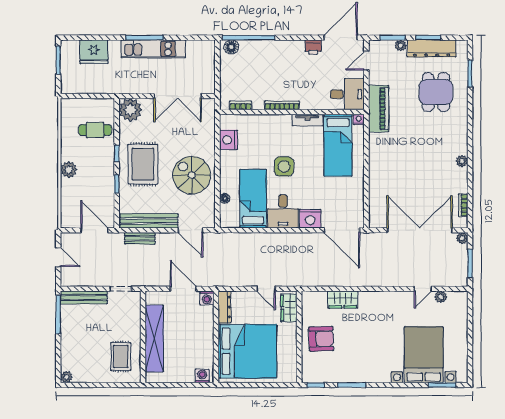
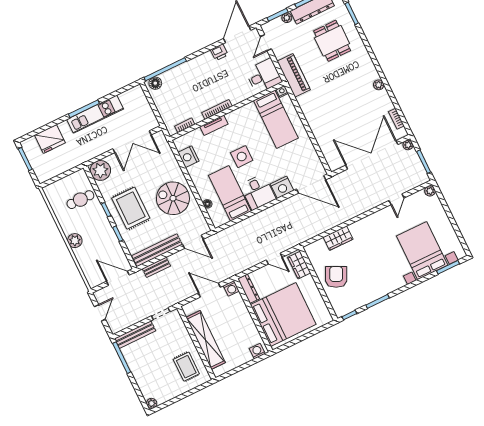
tv unit: (308, 120) -> (214, 125), moved
door: (58, 257) -> (100, 313), hinge flipped
plant: (441, 297) -> (430, 191), moved
armchair: (321, 339) -> (336, 277), turned -62

